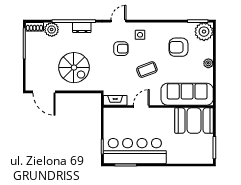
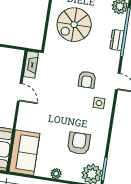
coffee table: (147, 70) -> (59, 105), removed
sofa: (187, 94) -> (24, 153), width x0.73

